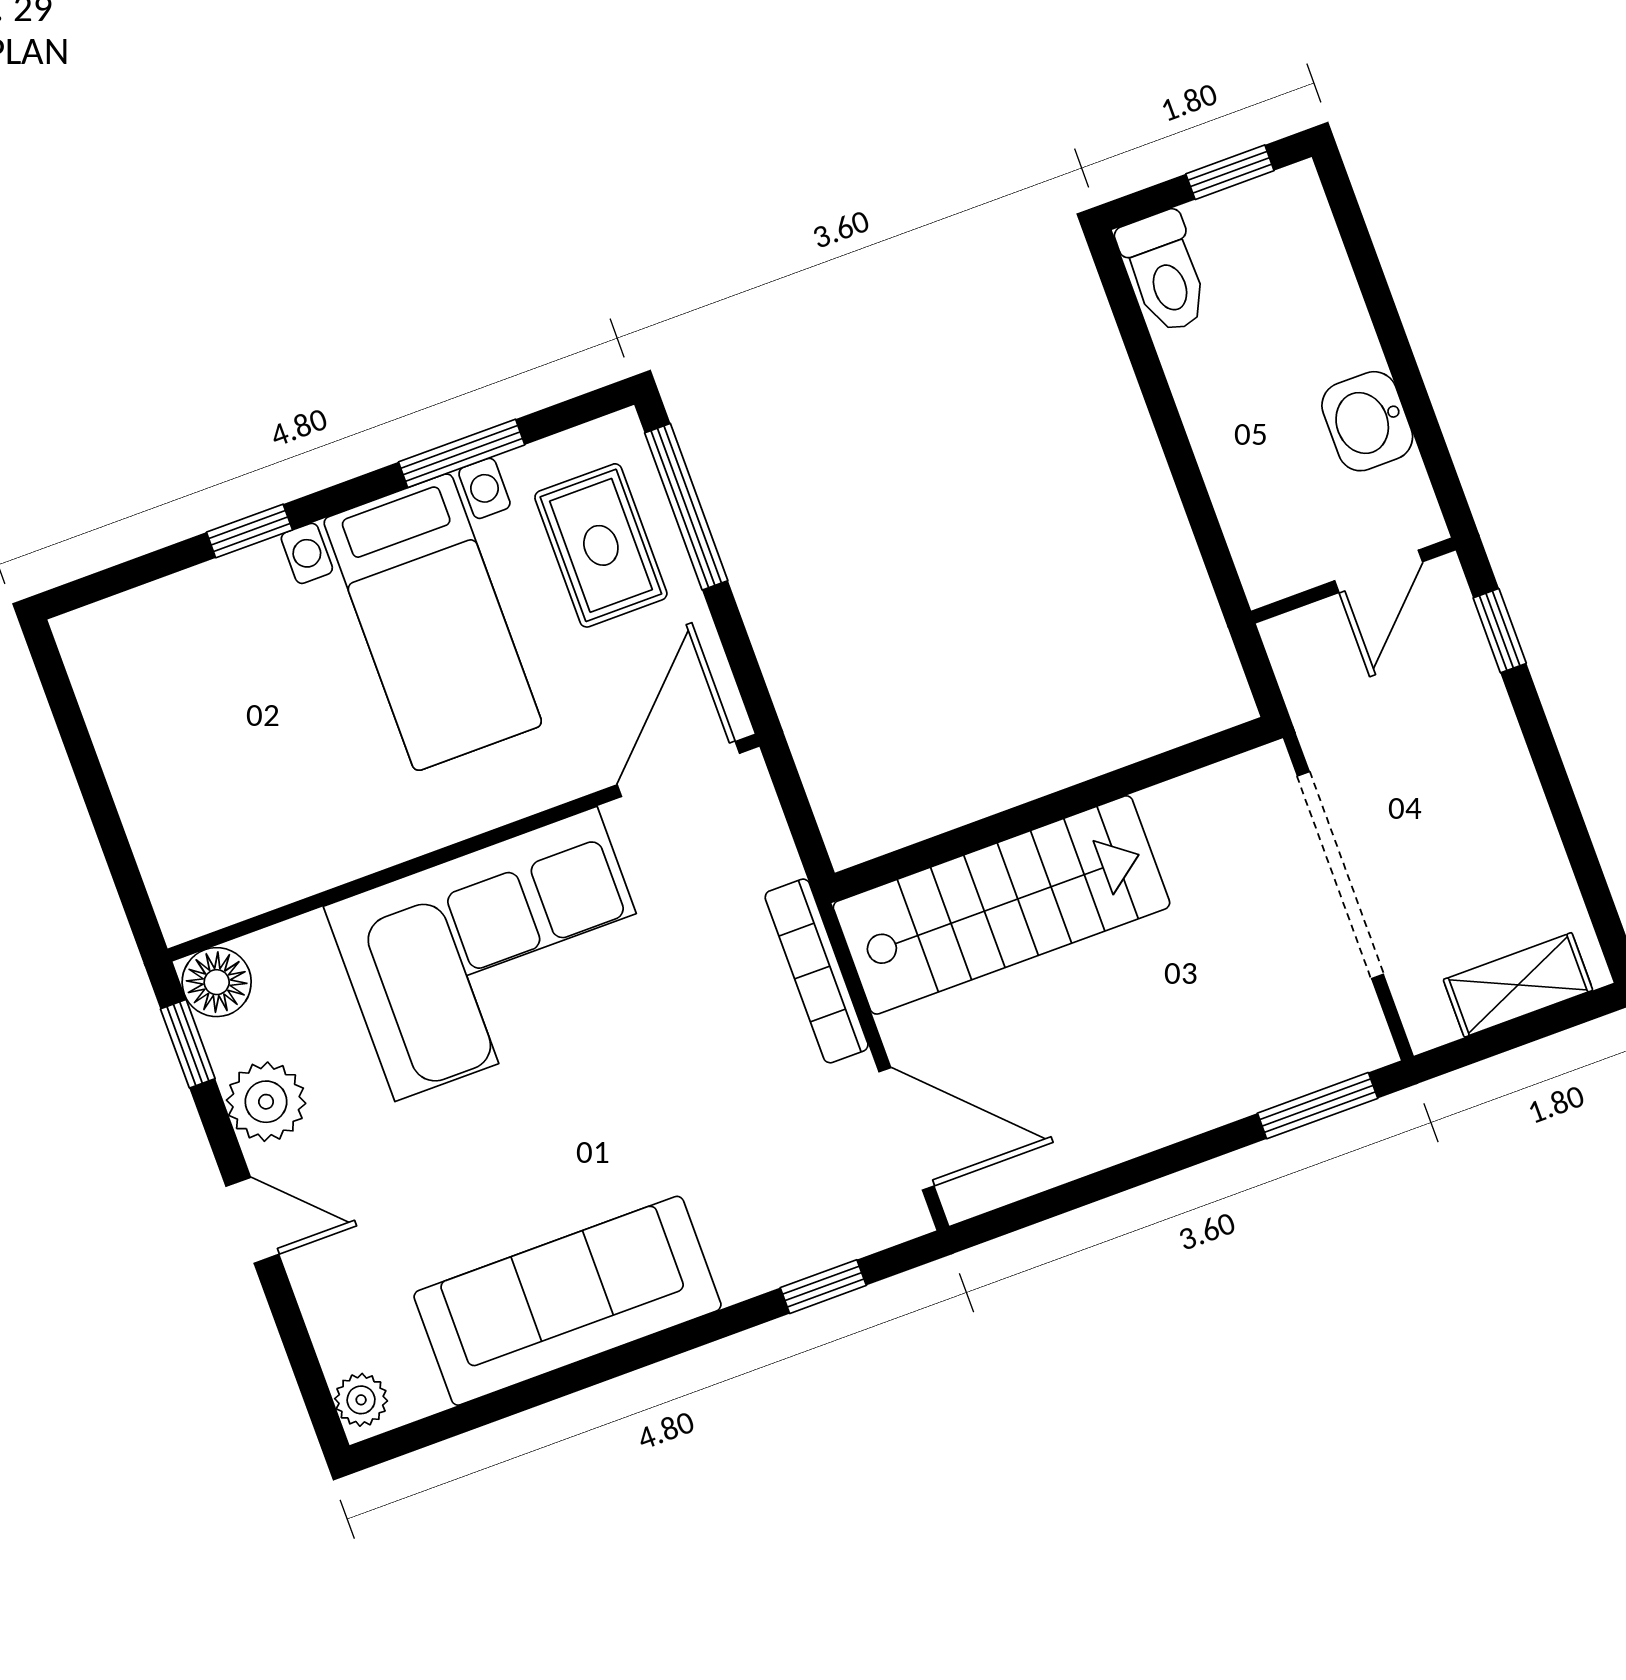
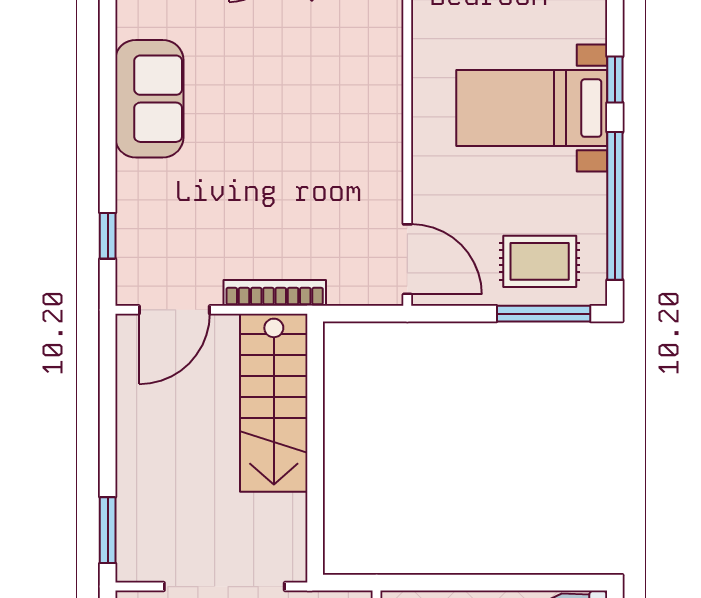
window: (462, 453) -> (615, 206), width x2.11
bed with nightstands: (433, 622) -> (532, 108), moved
corner sofa: (496, 954) -> (345, 128), removed
sofa: (568, 1301) -> (149, 99), width x0.73

